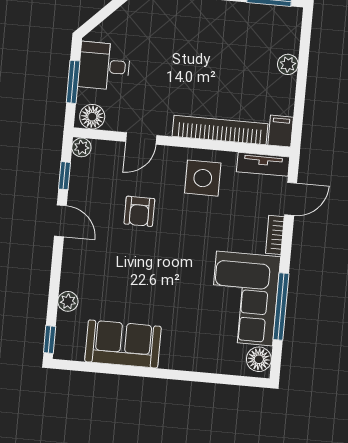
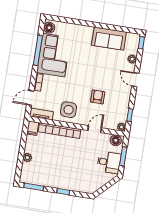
door: (60, 221) -> (135, 80), moved

